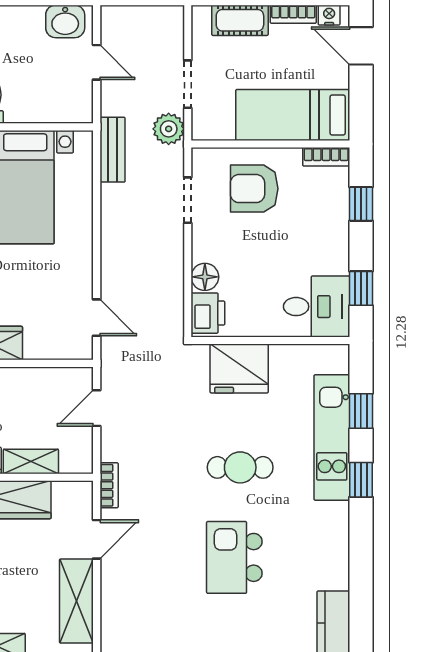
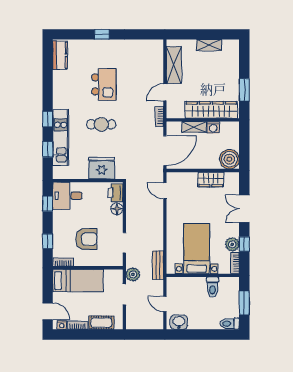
armchair: (254, 189) -> (86, 239), moved
door: (97, 408) -> (165, 151), width x1.87

